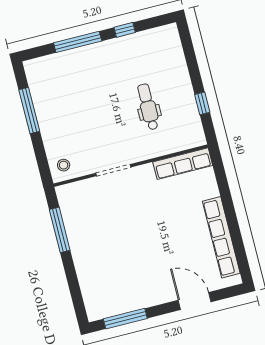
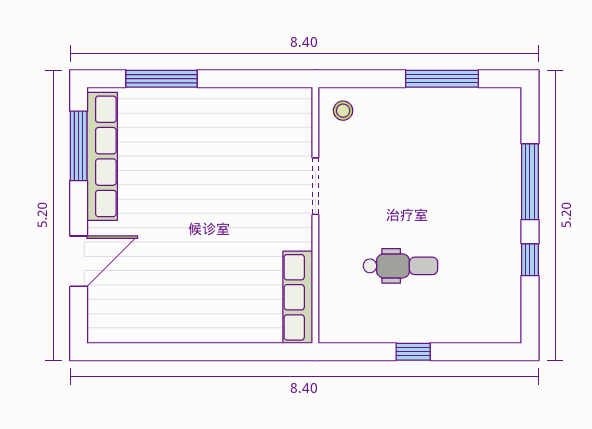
window: (202, 103) -> (413, 352), moved
window: (60, 230) -> (162, 79), moved
row of seats: (221, 237) -> (102, 156), moved, turned 90

